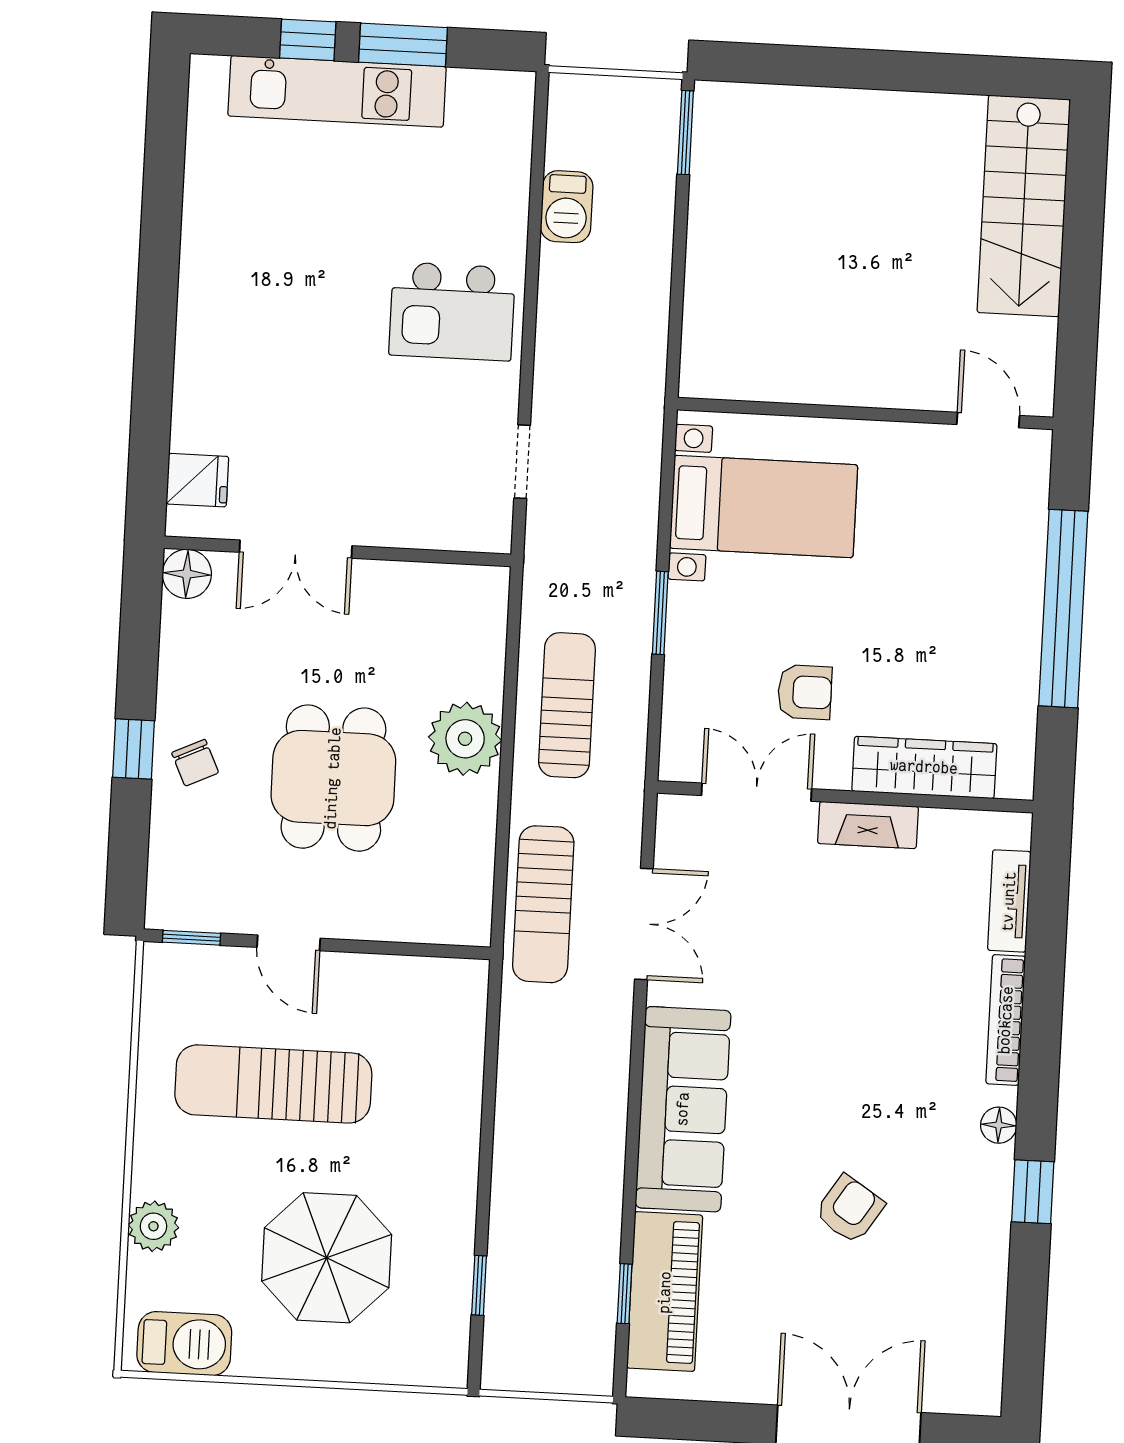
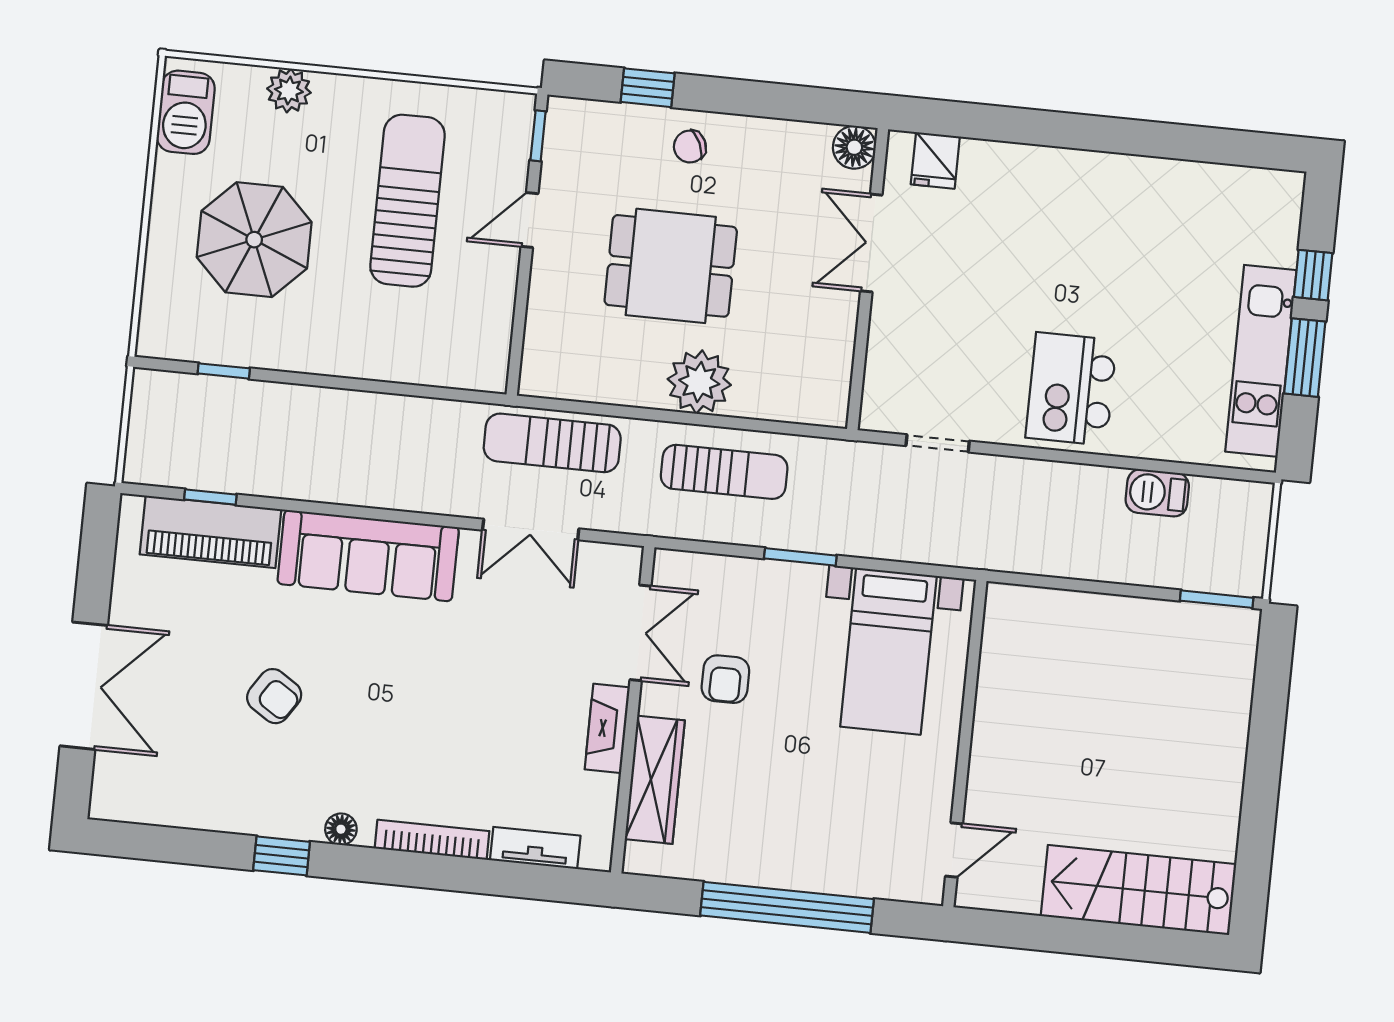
kitchen unit: (337, 91) -> (1261, 361), moved
window: (134, 749) -> (648, 88), moved

